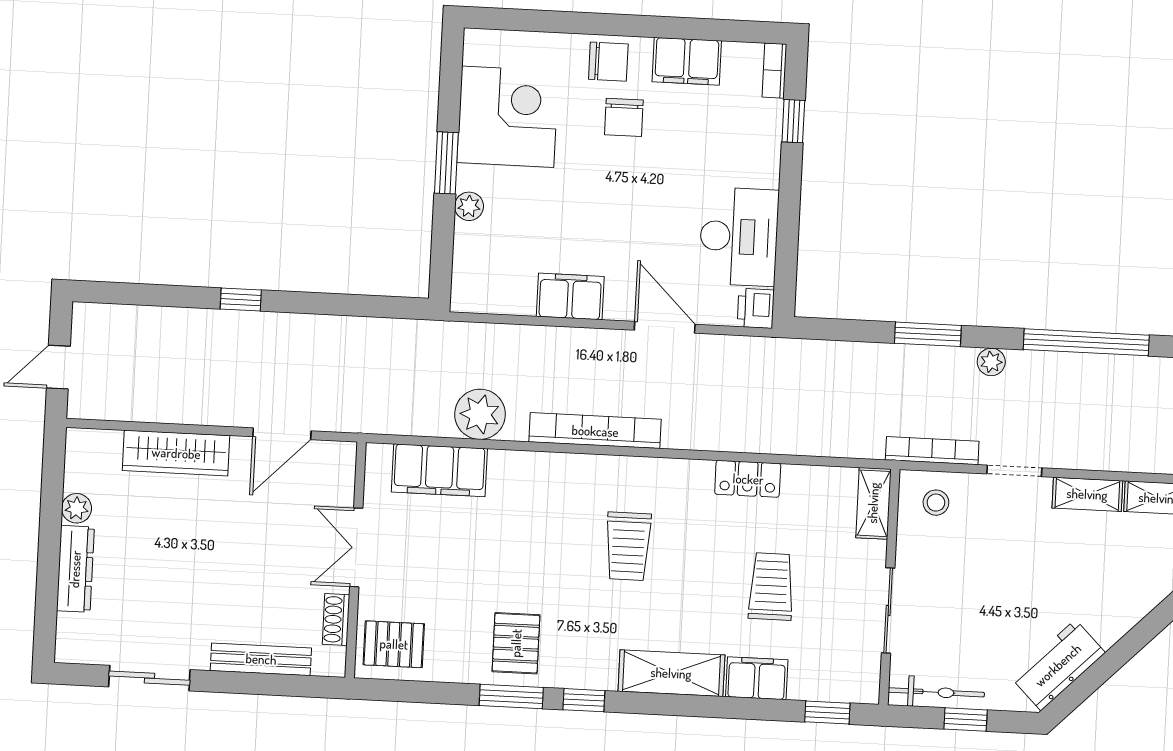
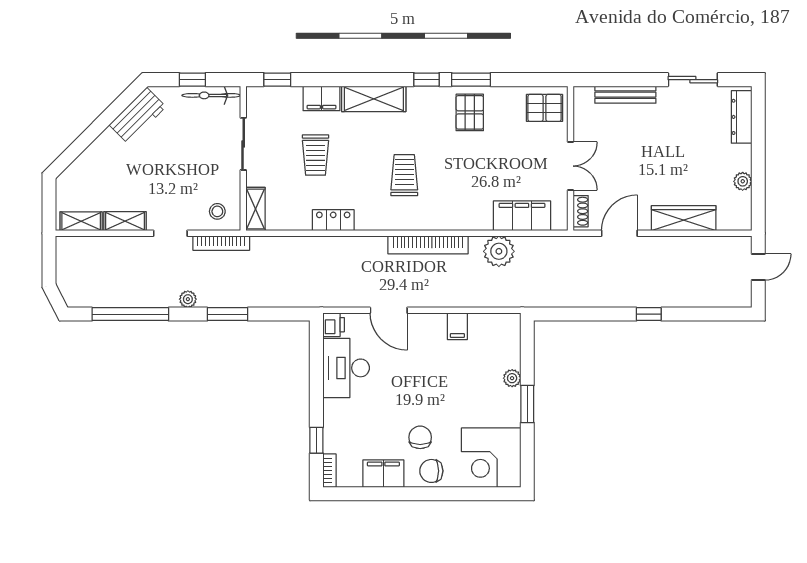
corner desk: (508, 117) -> (491, 458), moved
filing cabinet: (570, 296) -> (457, 326), width x0.50
dresser: (75, 569) -> (742, 117), moved
shoe rack: (336, 619) -> (581, 211), moved

